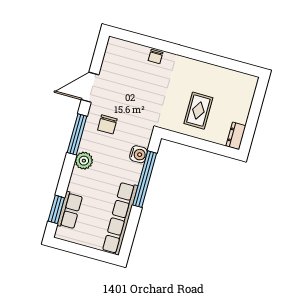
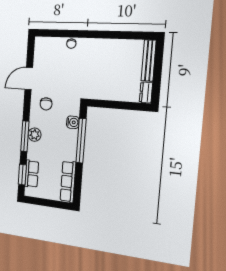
bench: (246, 99) -> (149, 61), added
rug: (198, 111) -> (112, 79), removed
window: (77, 134) -> (25, 136), moved
row of seats: (120, 218) -> (68, 182), width x0.73

